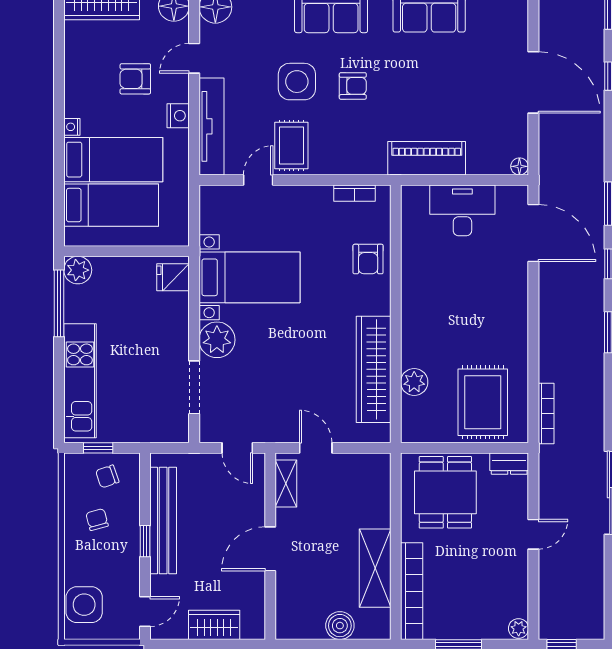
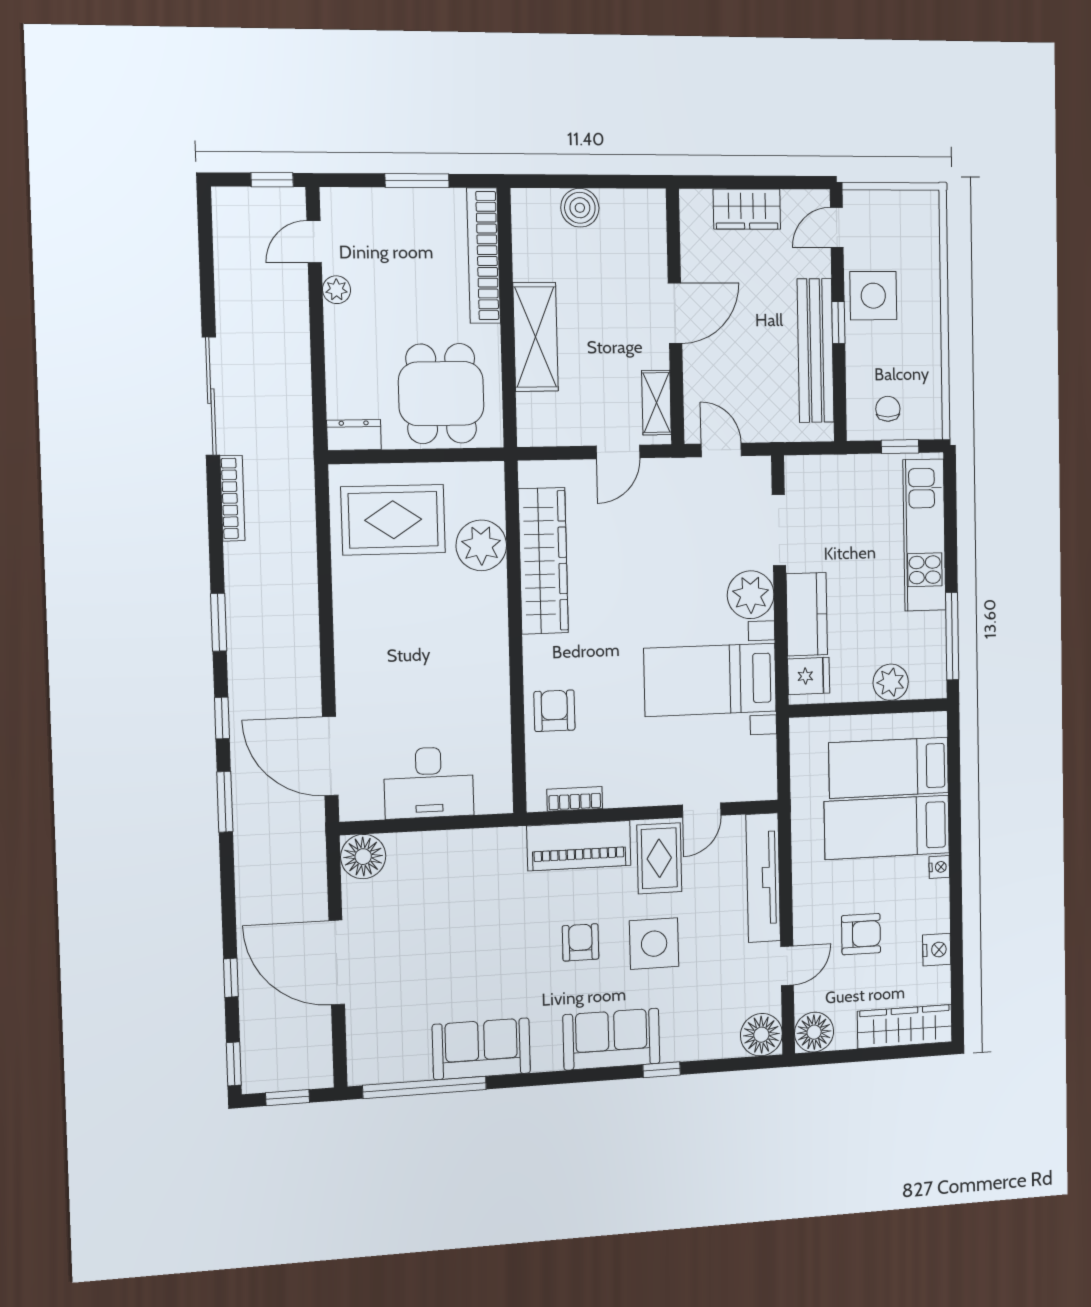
armchair: (353, 86) -> (581, 942), turned 90
nightstand: (178, 116) -> (937, 950), moved, turned 180
piano: (427, 158) -> (579, 846), moved
floor lamp: (519, 166) -> (363, 857), width x1.89, depth x1.89
plant: (78, 270) -> (891, 682), moved
kitchen counter: (174, 324) -> (807, 614), added
plant: (414, 382) -> (481, 545), width x1.36, depth x1.36
rug: (483, 402) -> (393, 520), turned 90
bookcase: (546, 414) -> (233, 498), moved, turned 180
door: (316, 448) -> (618, 452), hinge flipped
chair: (107, 476) -> (888, 409), turned -71
chair: (97, 520) -> (900, 351), removed
door: (533, 534) -> (314, 242), moved
shelving: (375, 568) -> (536, 337), moved
side table: (84, 605) -> (873, 296), moved
plant: (519, 628) -> (337, 290), moved

